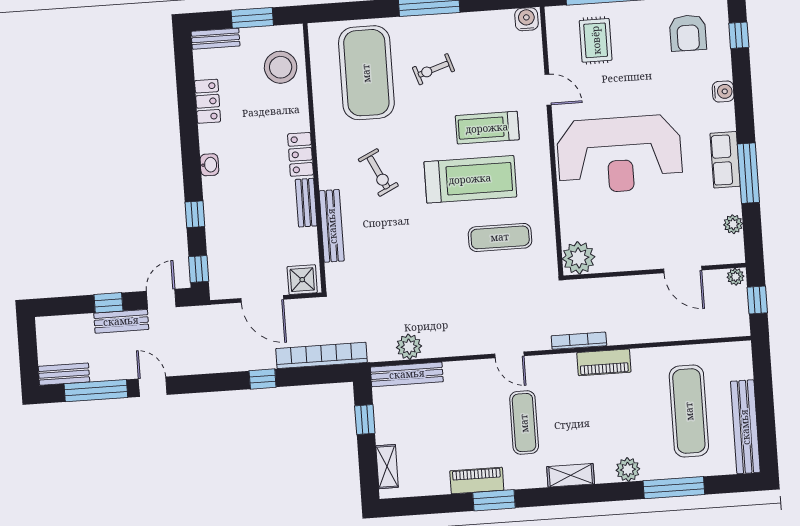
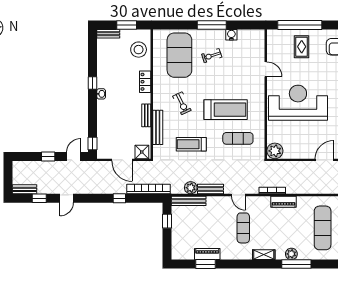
water cooler: (526, 19) -> (231, 35), moved
rug: (596, 40) -> (302, 47), moved
locker: (208, 101) -> (102, 63), removed
treadmill: (487, 128) -> (191, 144), moved
locker: (301, 154) -> (145, 82), moved
reception desk: (620, 154) -> (298, 103), turned 180
window: (195, 214) -> (93, 83), moved
door: (683, 269) -> (324, 160), swing flipped
bench: (121, 321) -> (211, 189), moved
door: (153, 387) -> (67, 198), swing flipped
window: (96, 391) -> (39, 198), width x0.46
shelving: (387, 467) -> (176, 244), removed
piano: (477, 481) -> (207, 254), moved
window: (674, 488) -> (296, 264), moved
window: (494, 500) -> (206, 264), moved

